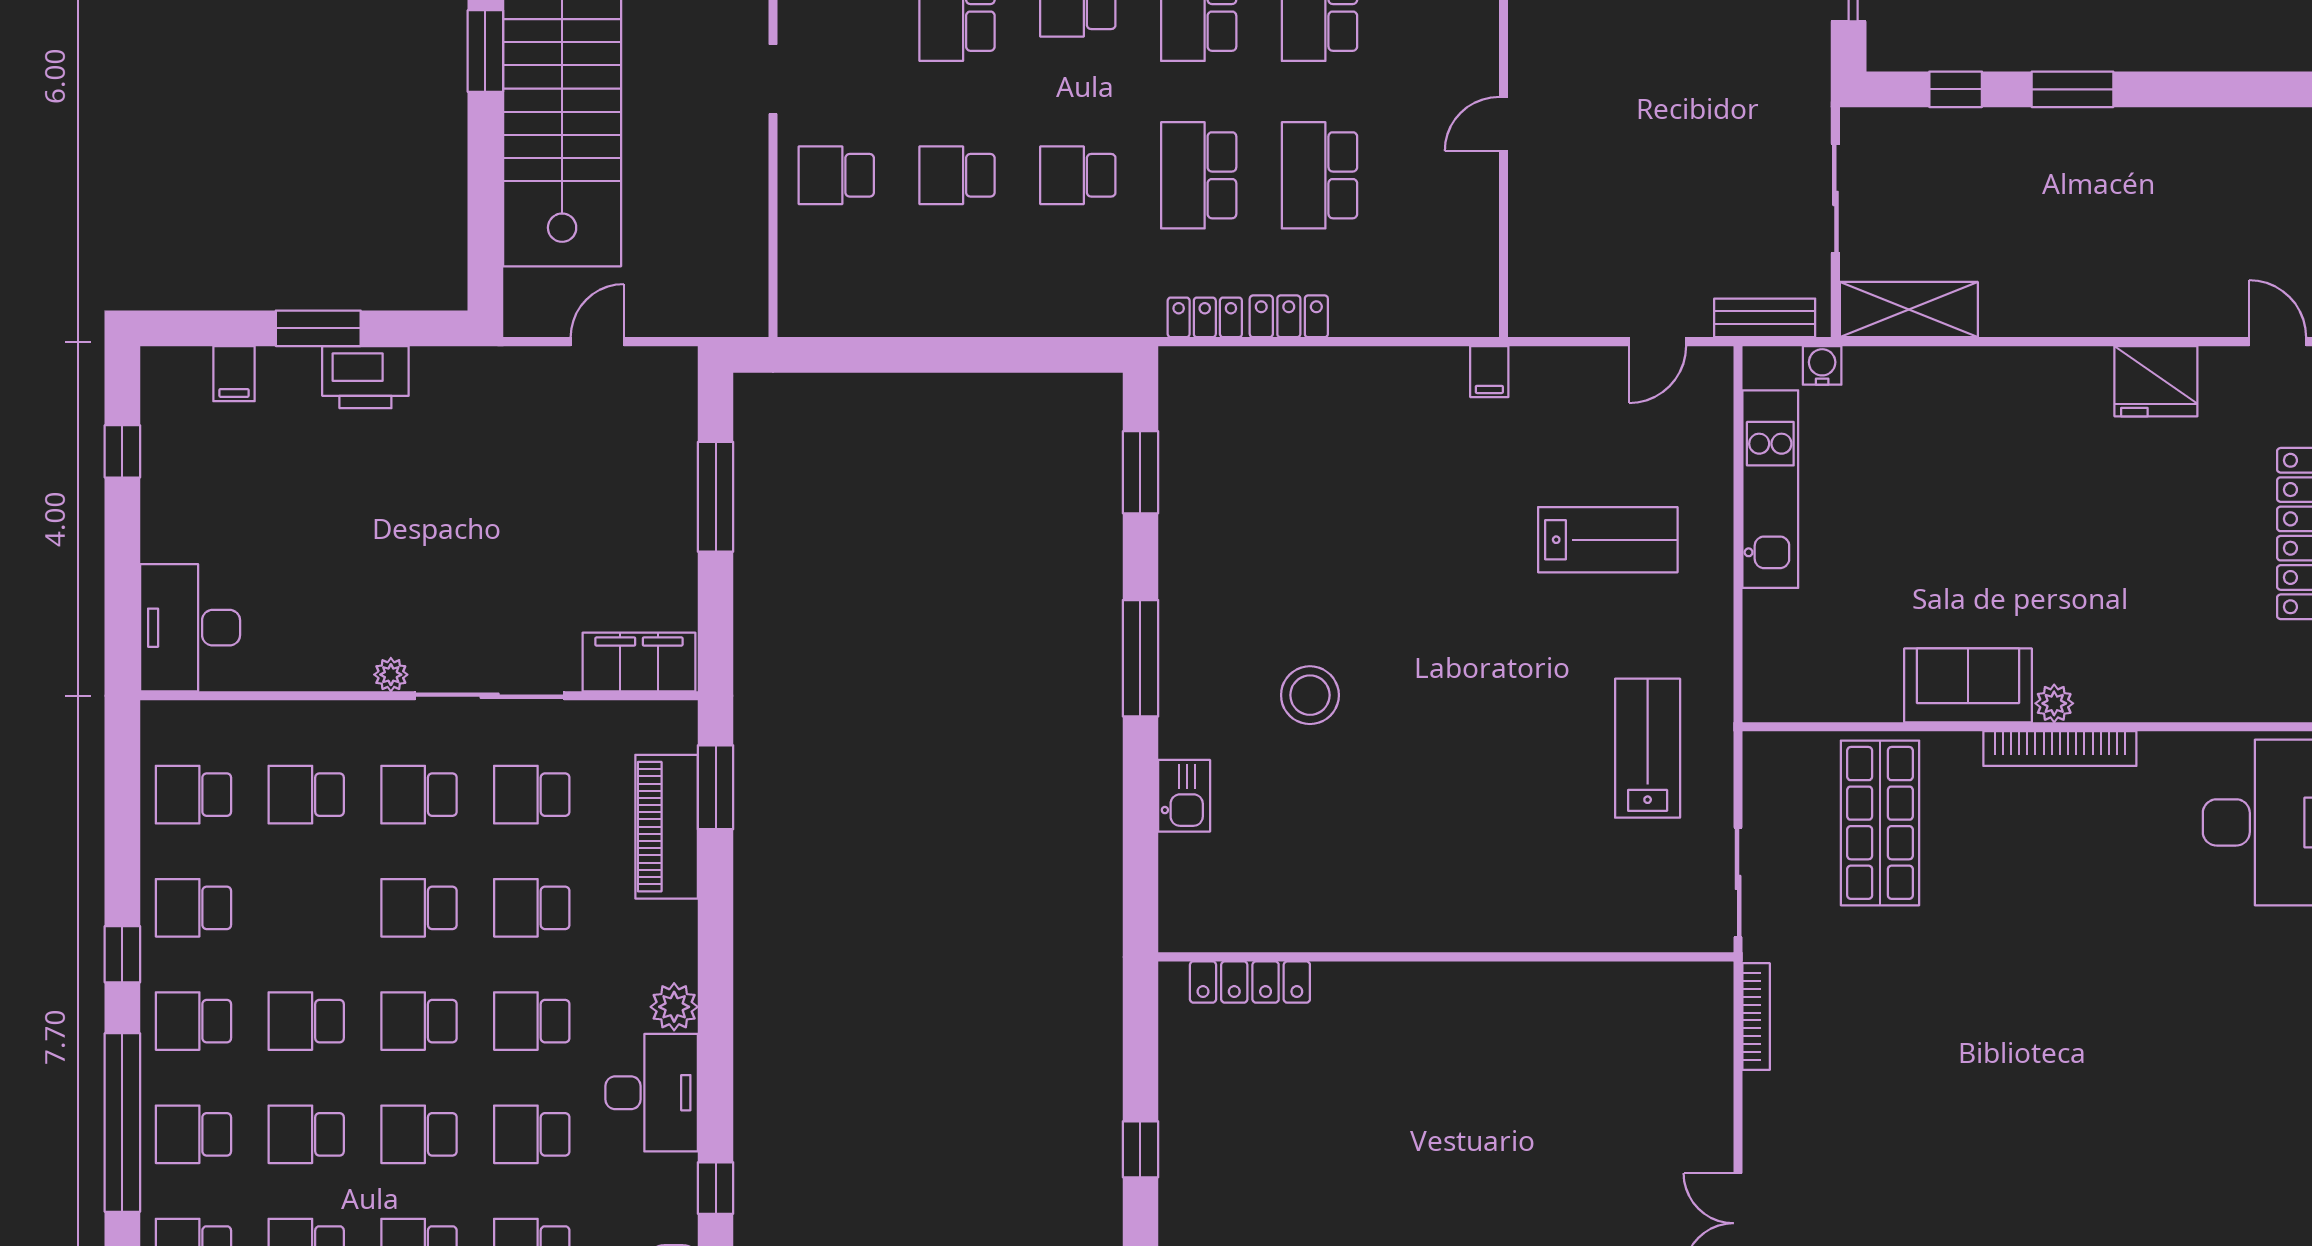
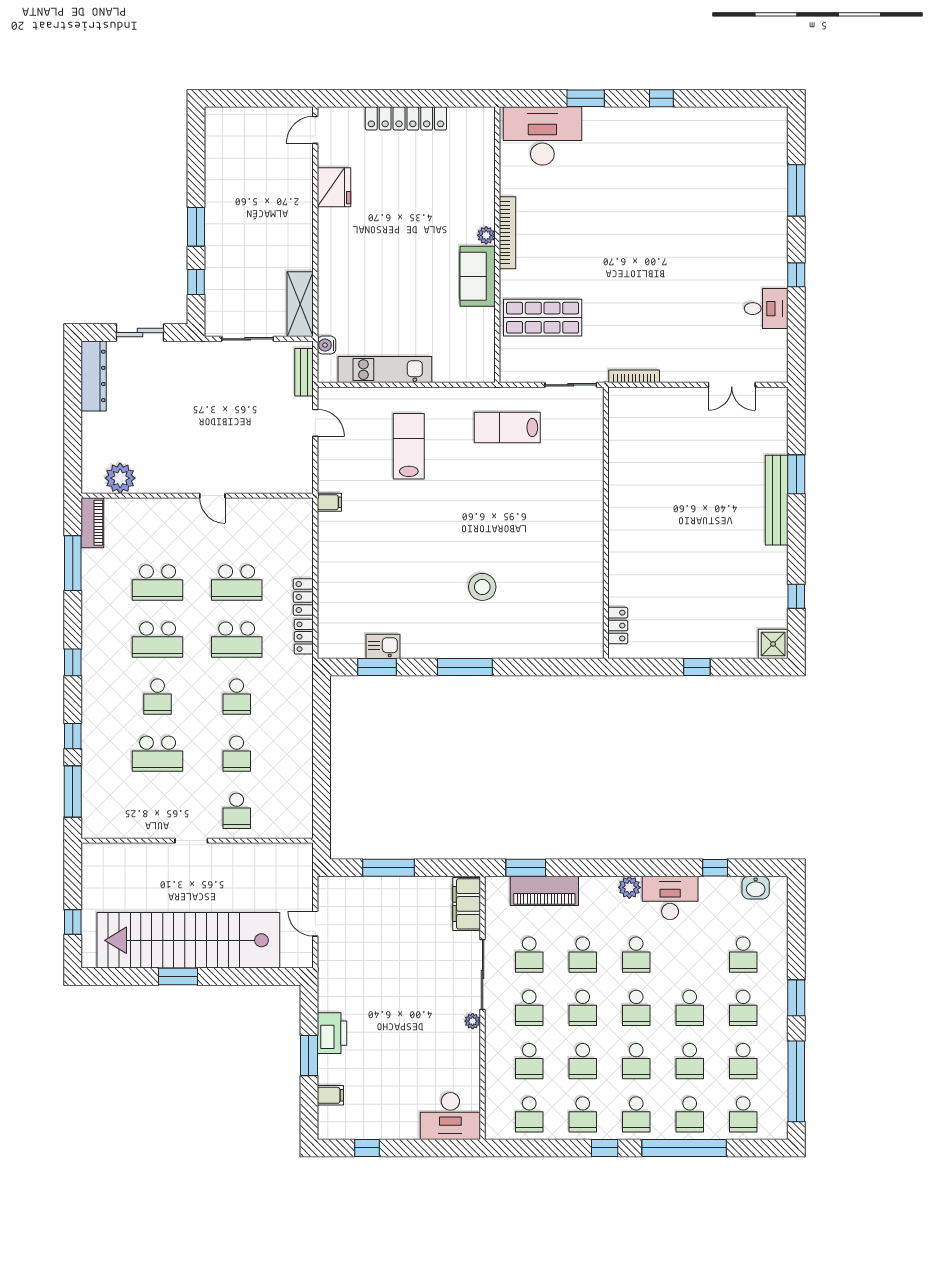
kitchen sink: (1184, 796) -> (383, 646), moved
locker: (1250, 982) -> (618, 626), width x0.66
school desk: (532, 1134) -> (583, 1061), moved

